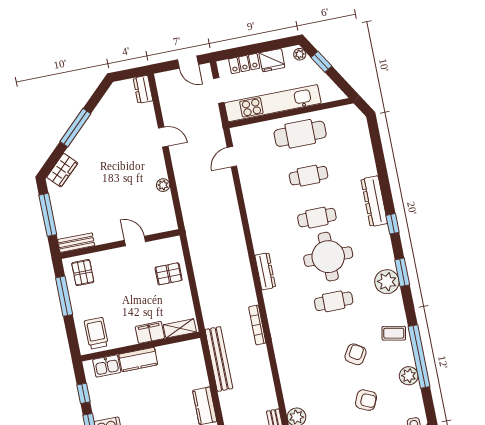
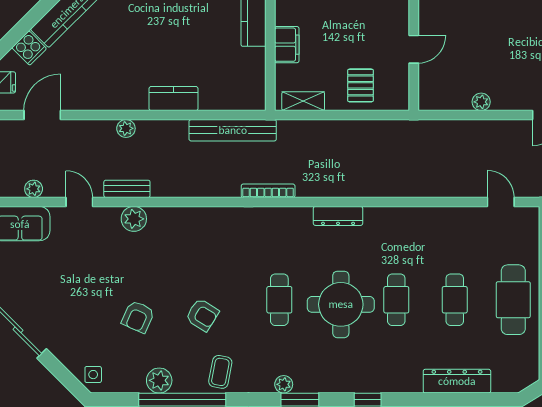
dresser: (374, 201) -> (457, 381), moved
plant: (387, 282) -> (284, 384), width x0.53, depth x0.53
shelving: (180, 328) -> (303, 101), moved, turned 90

